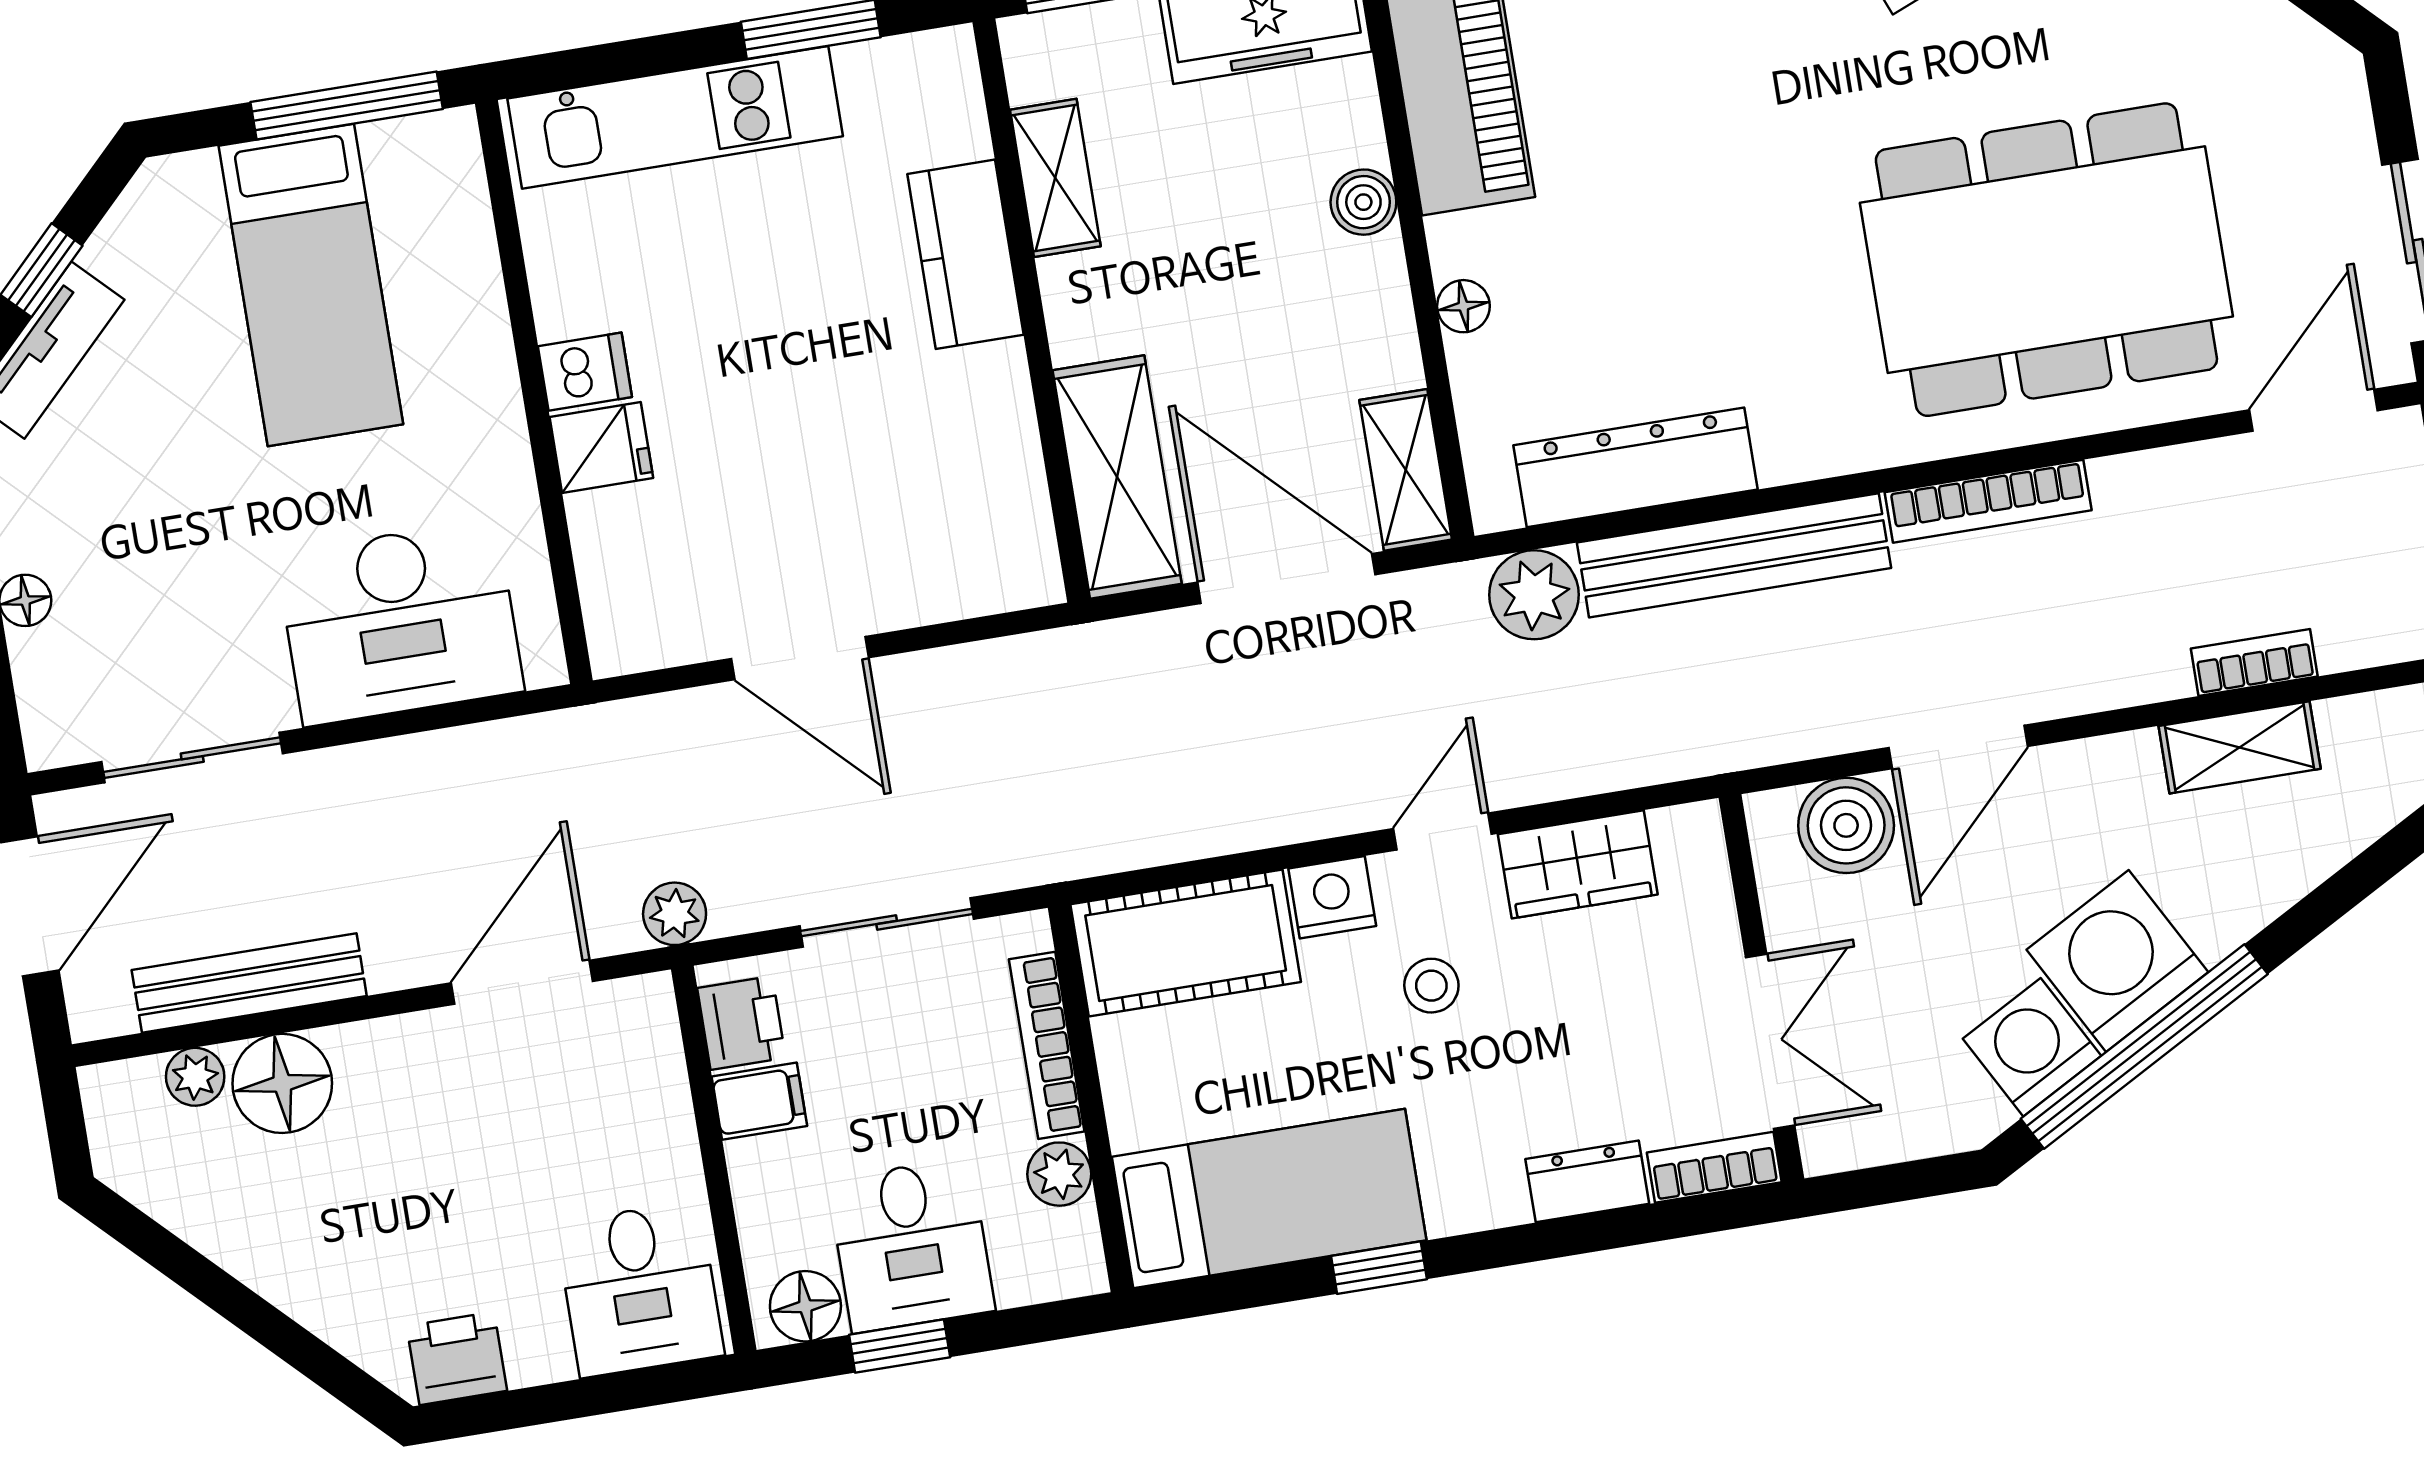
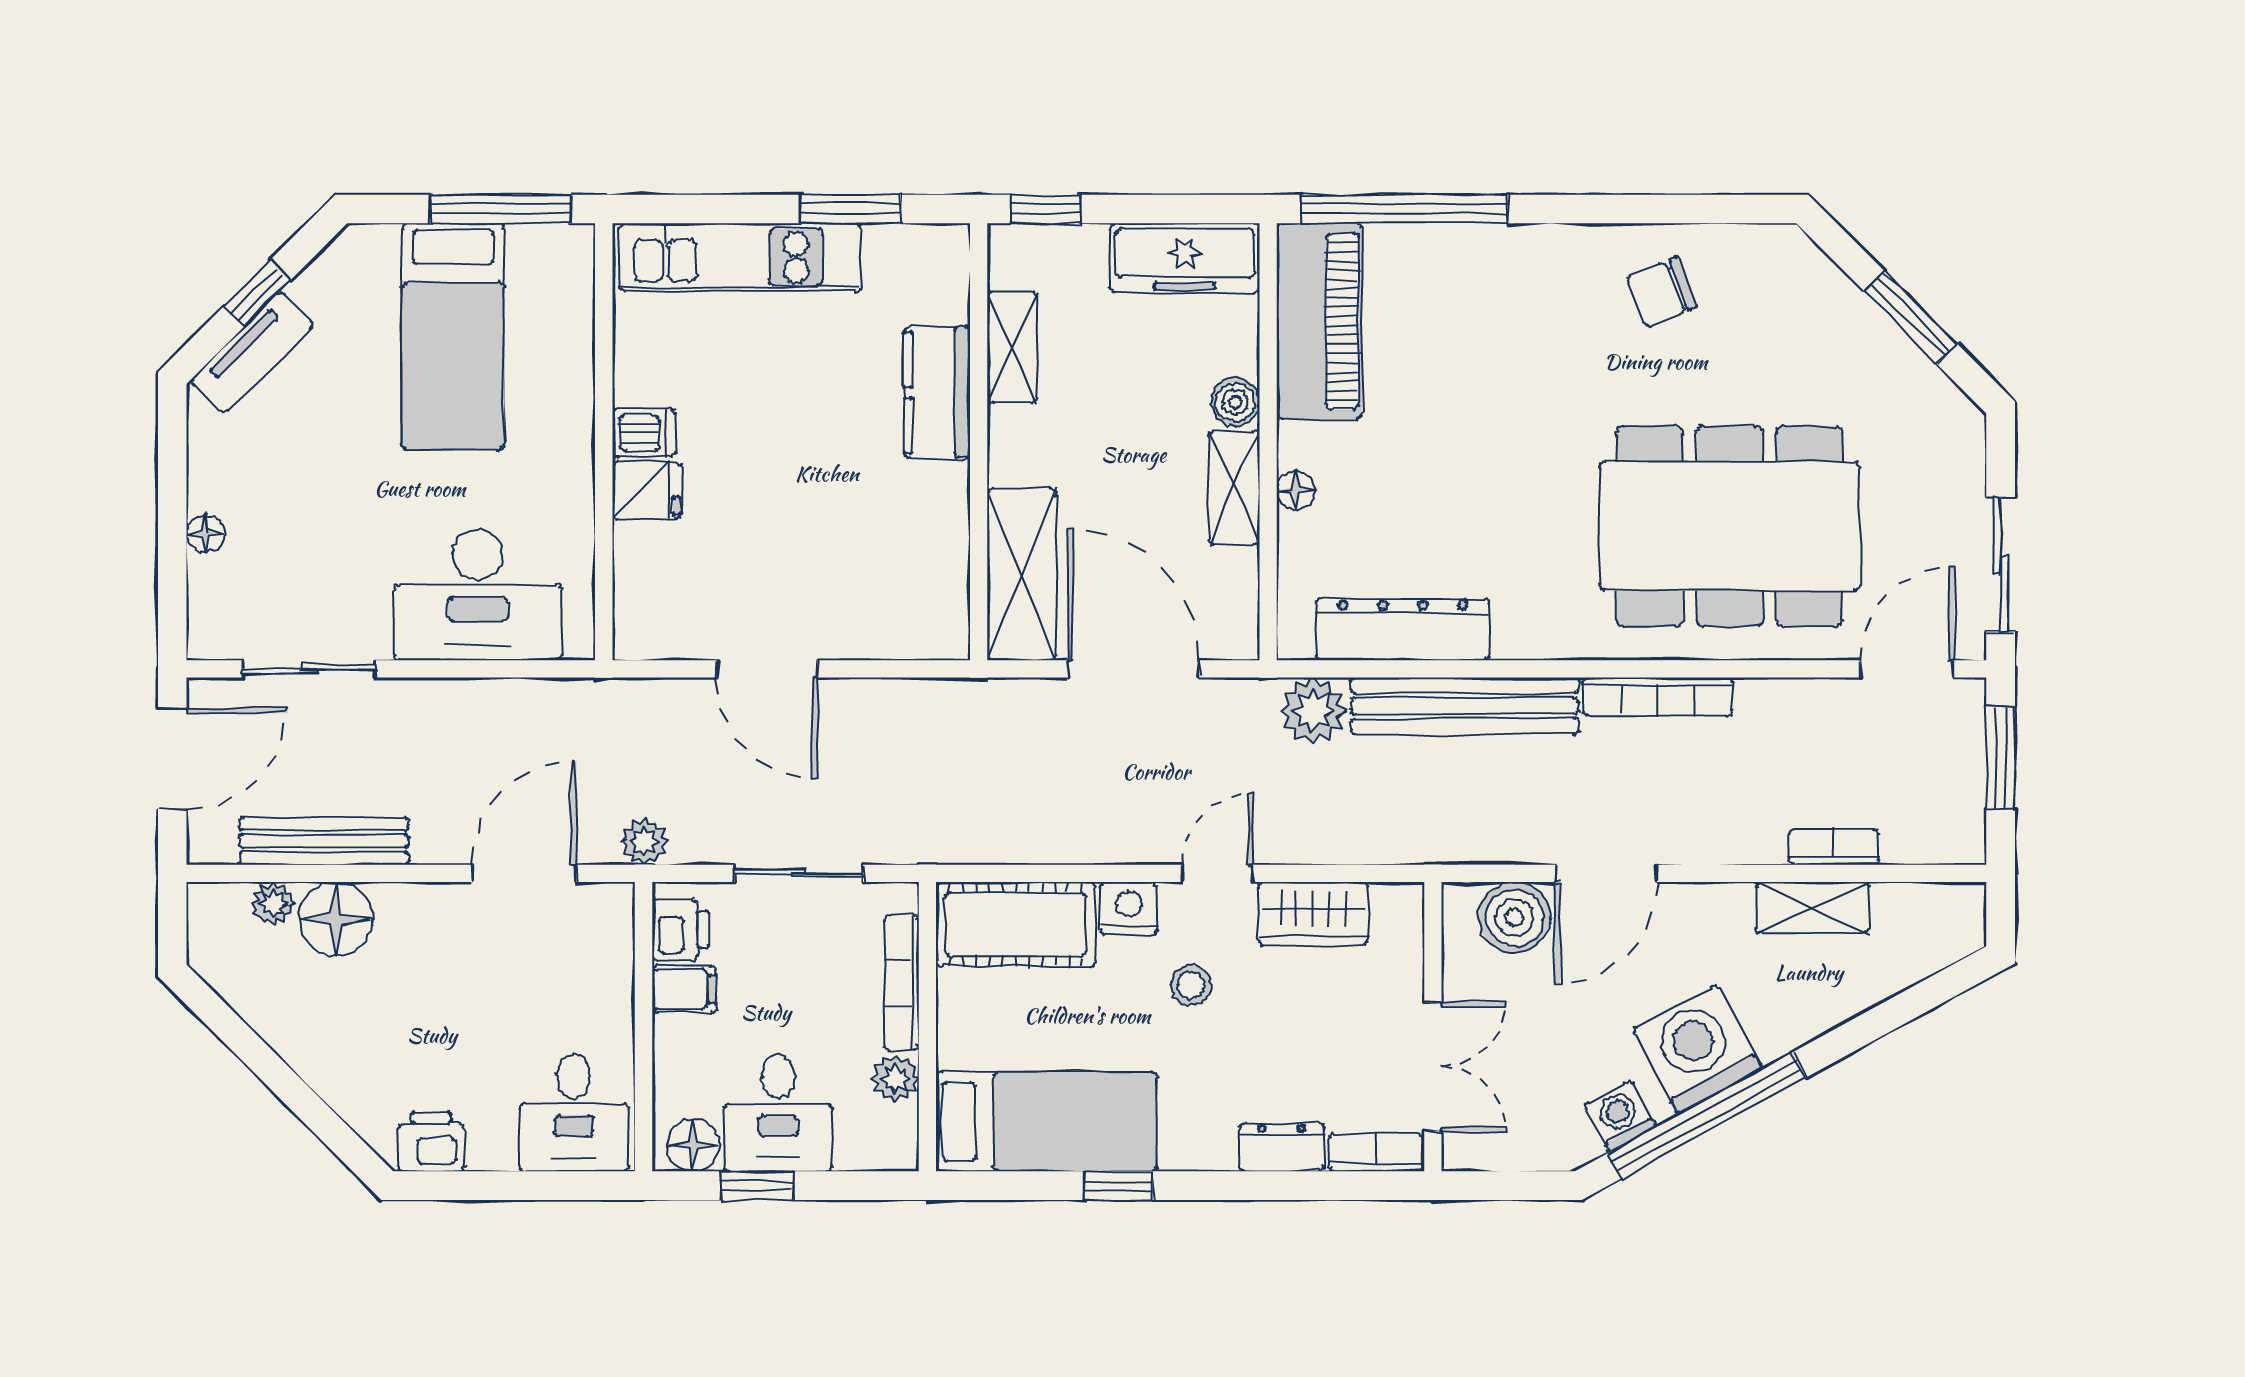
shelving: (1406, 470) -> (1234, 488), moved
washing machine: (2032, 1047) -> (1620, 1116), width x0.73, depth x0.73

